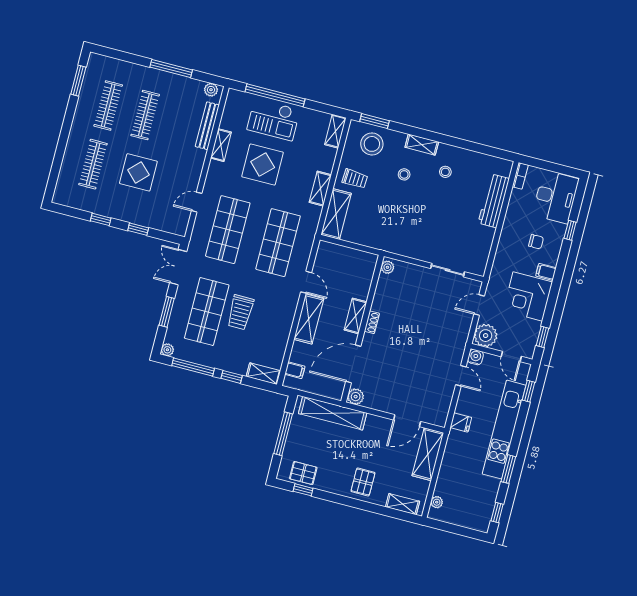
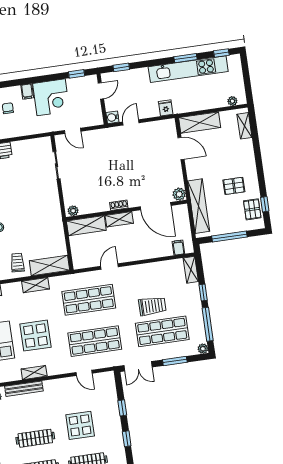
shelving: (309, 319) -> (86, 226), moved
plant: (486, 336) -> (93, 117), removed
kitchen unit: (504, 430) -> (188, 69), moved
pallet: (363, 482) -> (234, 186), moved

